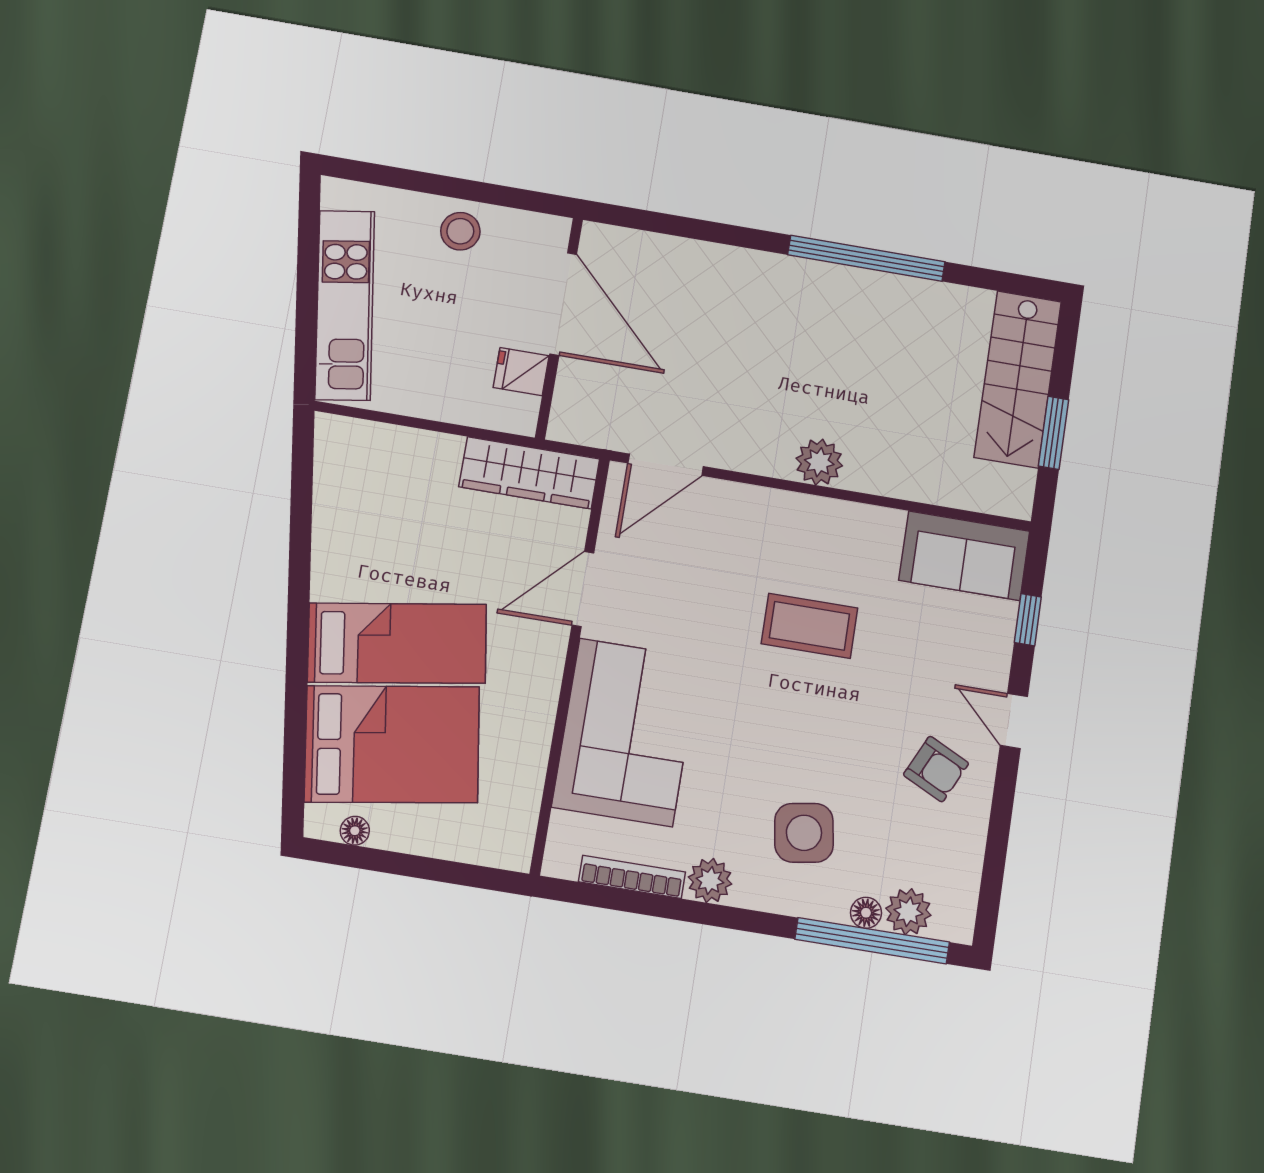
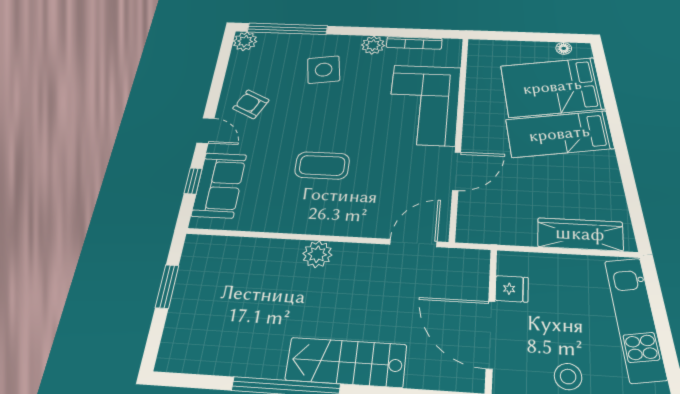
stairs: (1018, 379) -> (346, 362), moved, turned -90
wardrobe: (529, 473) -> (580, 234), moved
sofa: (964, 556) -> (219, 185), moved, turned 90
plant: (908, 912) -> (245, 41), moved
floor lamp: (866, 913) -> (291, 40), removed

